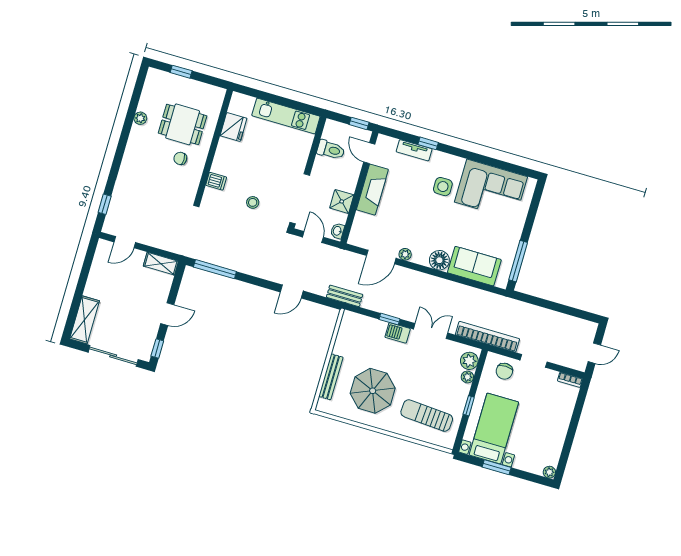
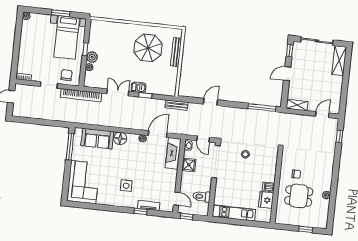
dishwasher: (216, 181) -> (268, 187), moved
corner sofa: (491, 189) -> (83, 182), moved, turned 90
fireplace: (372, 190) -> (173, 153), moved
double door: (431, 331) -> (118, 92), swing flipped
plant: (469, 361) -> (92, 57), moved
sun lounger: (427, 416) -> (111, 38), removed

